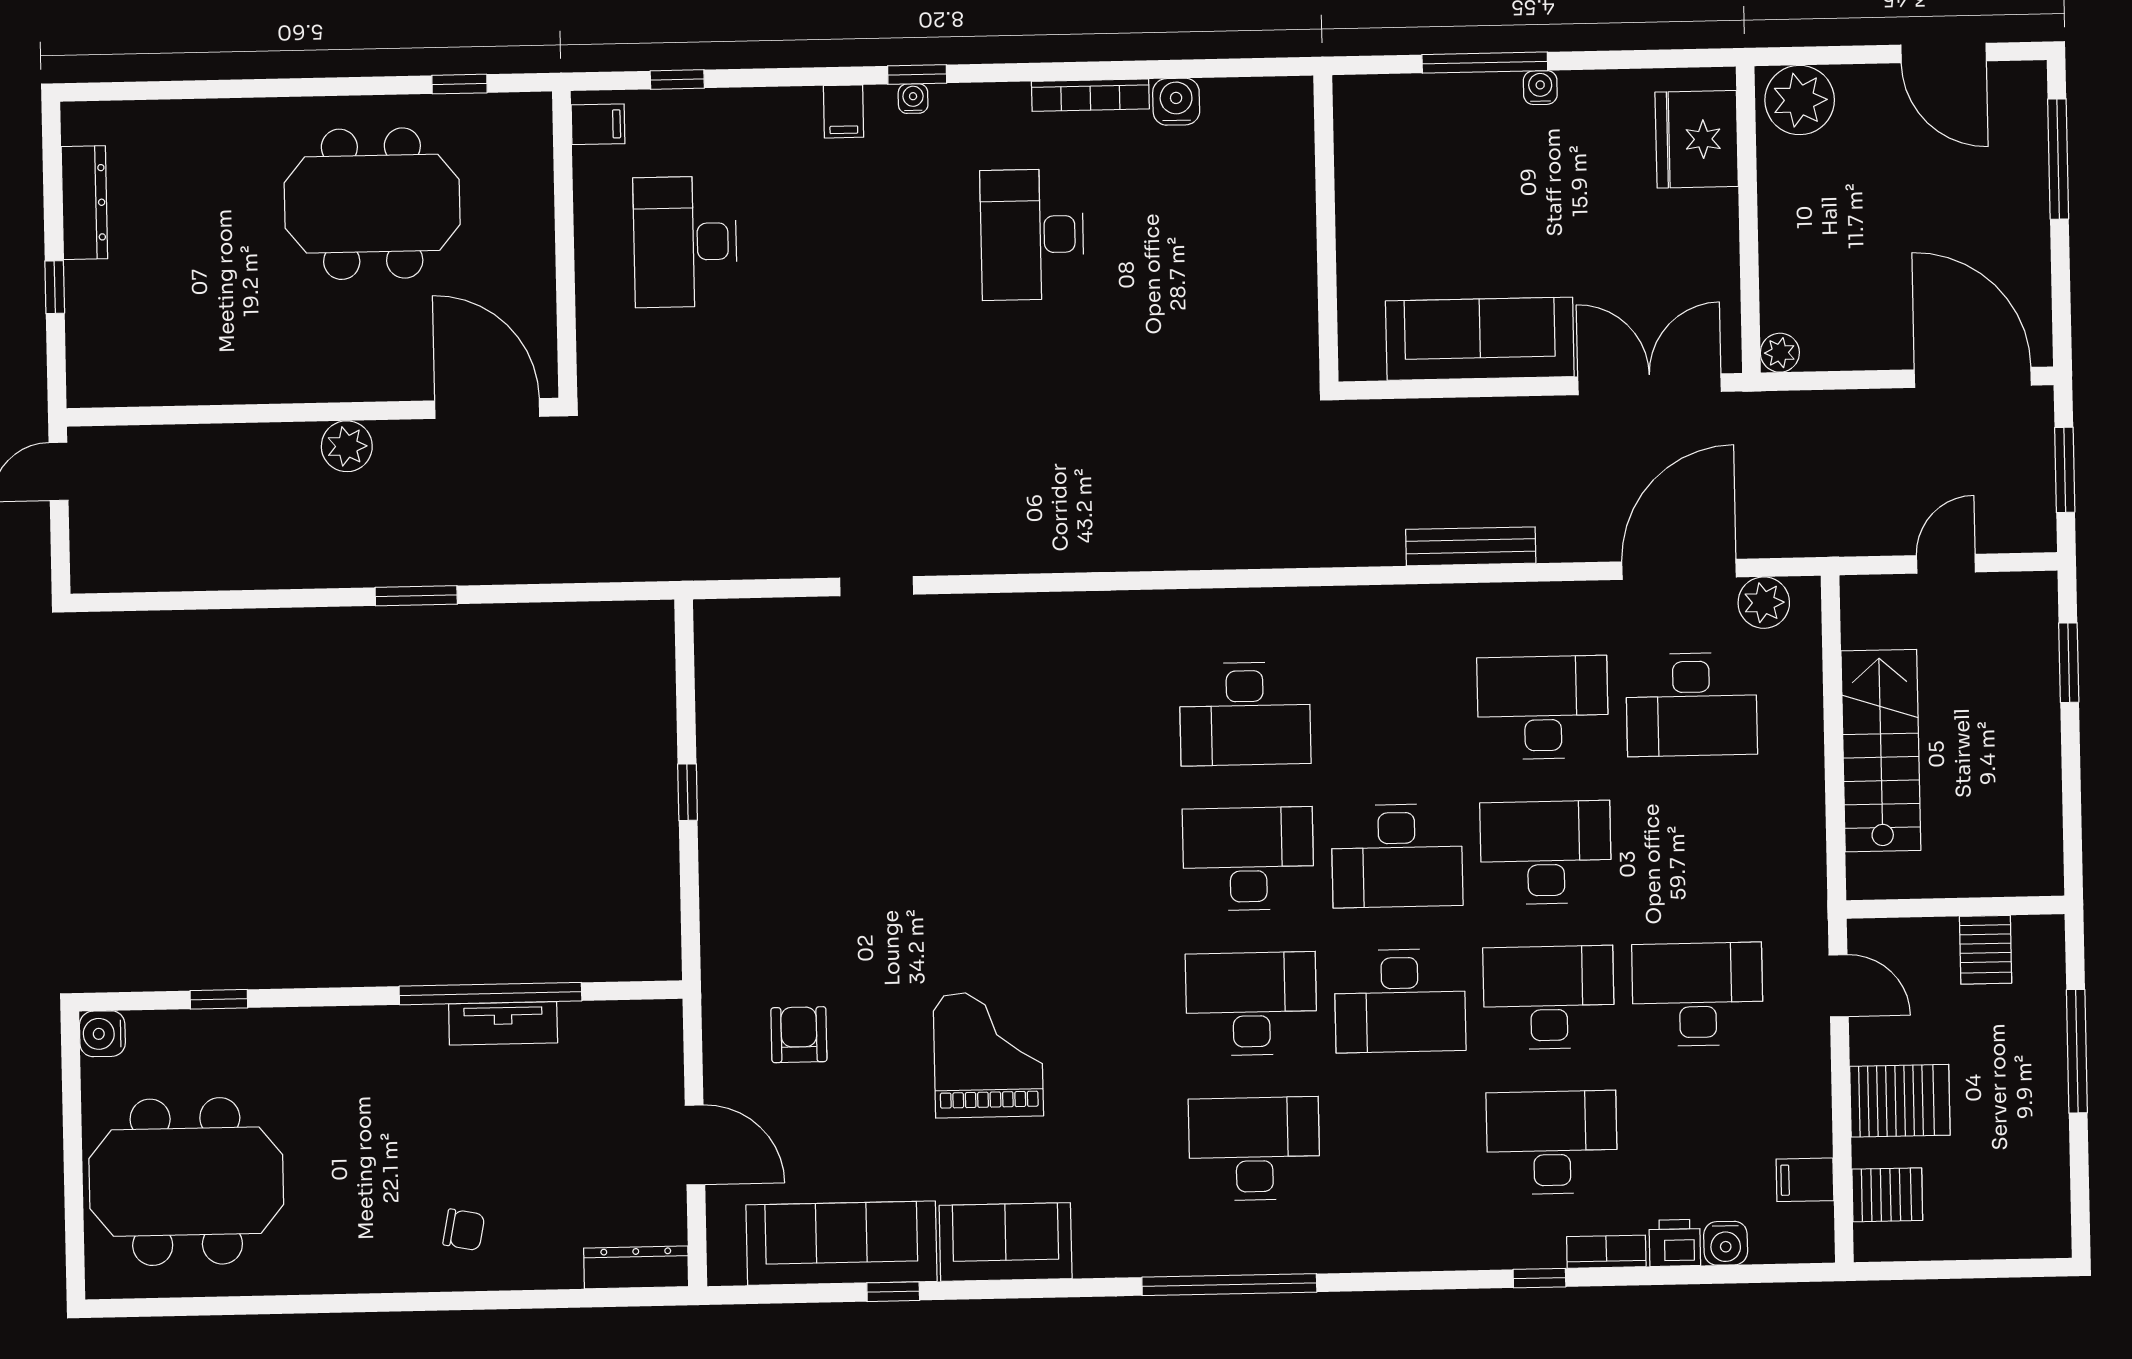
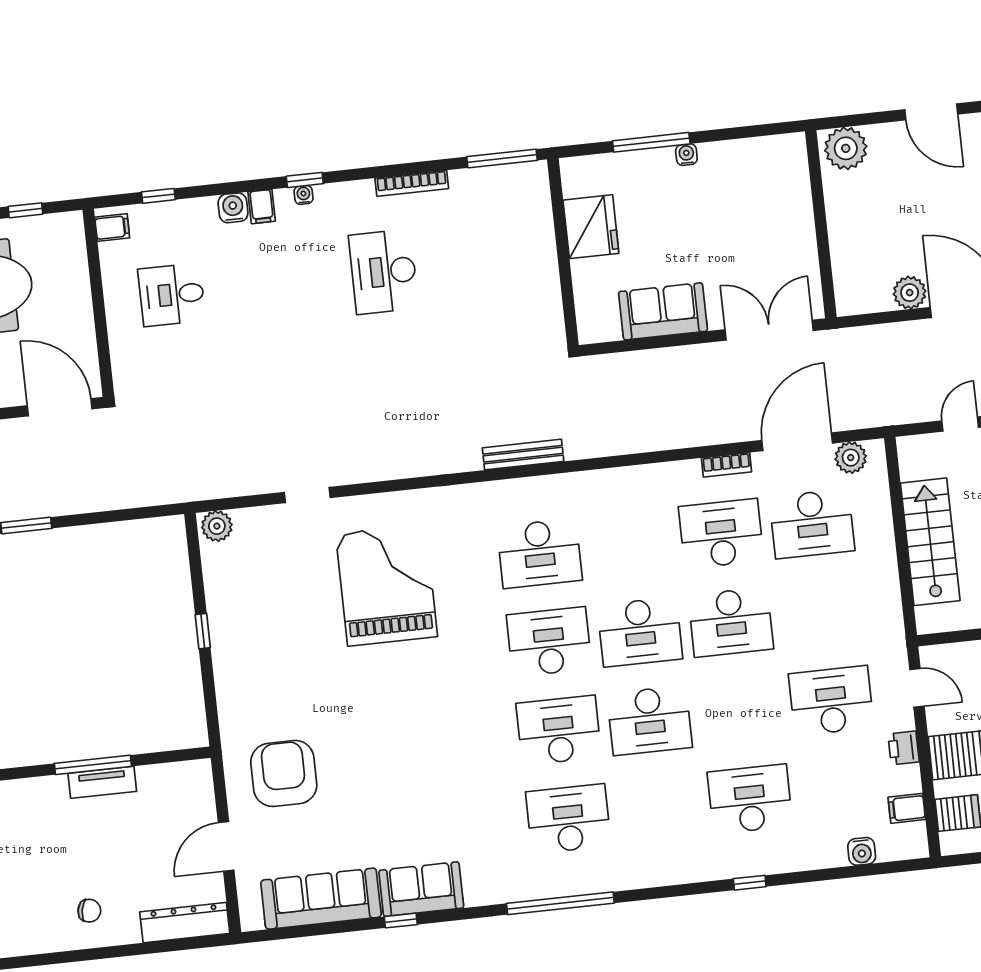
window: (1240, 68) -> (502, 158), added
water cooler: (1176, 102) -> (233, 208), moved
fridge: (1697, 139) -> (591, 227), moved, turned 180
desk: (685, 242) -> (172, 295), width x0.73
sofa: (1480, 339) -> (663, 311), width x0.73
plant: (1780, 353) -> (910, 293), moved, width x1.38, depth x1.38
bench: (1471, 546) -> (523, 455), moved
plant: (725, 624) -> (217, 526), added
desk: (1546, 853) -> (731, 622), turned 180
window: (490, 994) -> (93, 765), width x0.68
desk: (1549, 998) -> (740, 711), removed
armchair: (799, 1035) -> (284, 773), width x1.88, depth x1.88
grand piano: (988, 1055) -> (387, 585), moved, width x1.37, depth x1.48
door: (695, 1145) -> (226, 846), swing flipped
printer: (1675, 1243) -> (904, 748), moved, turned -90
bookcase: (1606, 1252) -> (726, 465), moved, turned 180
dresser: (636, 1267) -> (185, 923), width x1.37, depth x1.24
window: (893, 1292) -> (401, 921), moved

